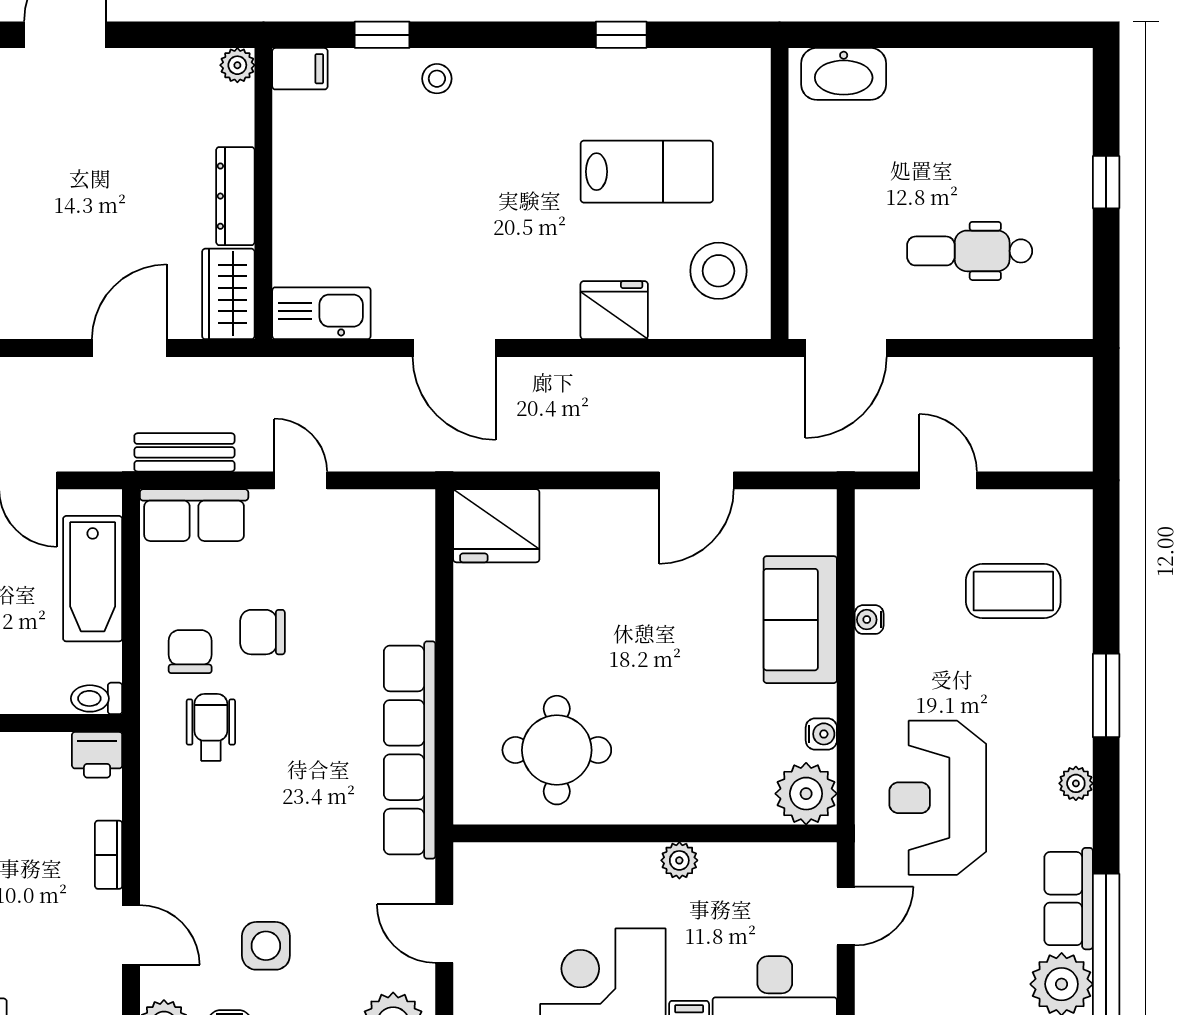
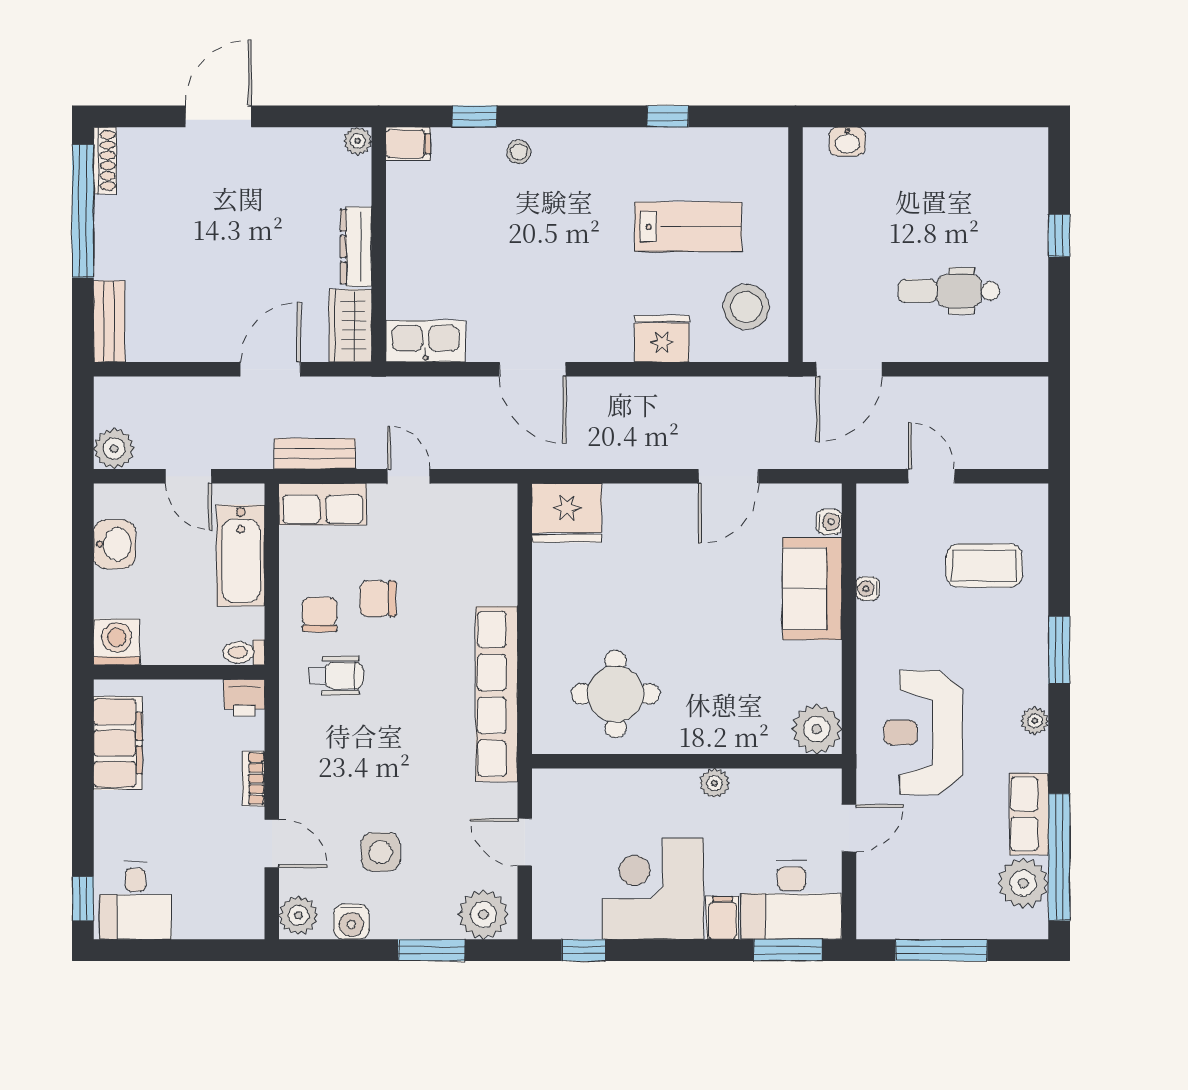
washbasin: (844, 74) -> (847, 141), width x0.52, depth x0.69
wheelchair: (211, 727) -> (336, 676), turned 90
water cooler: (821, 734) -> (829, 522), moved

